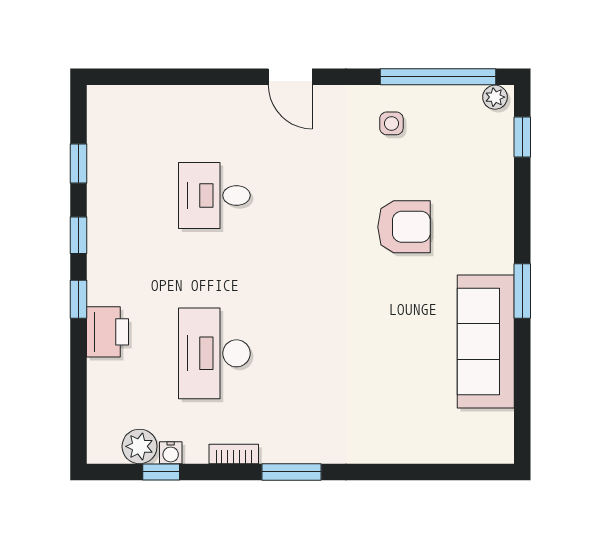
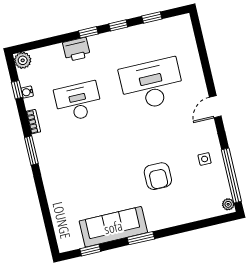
window: (522, 137) -> (90, 250), moved
desk: (214, 195) -> (152, 84), width x1.87, depth x1.30
plant: (140, 446) -> (23, 60), moved

